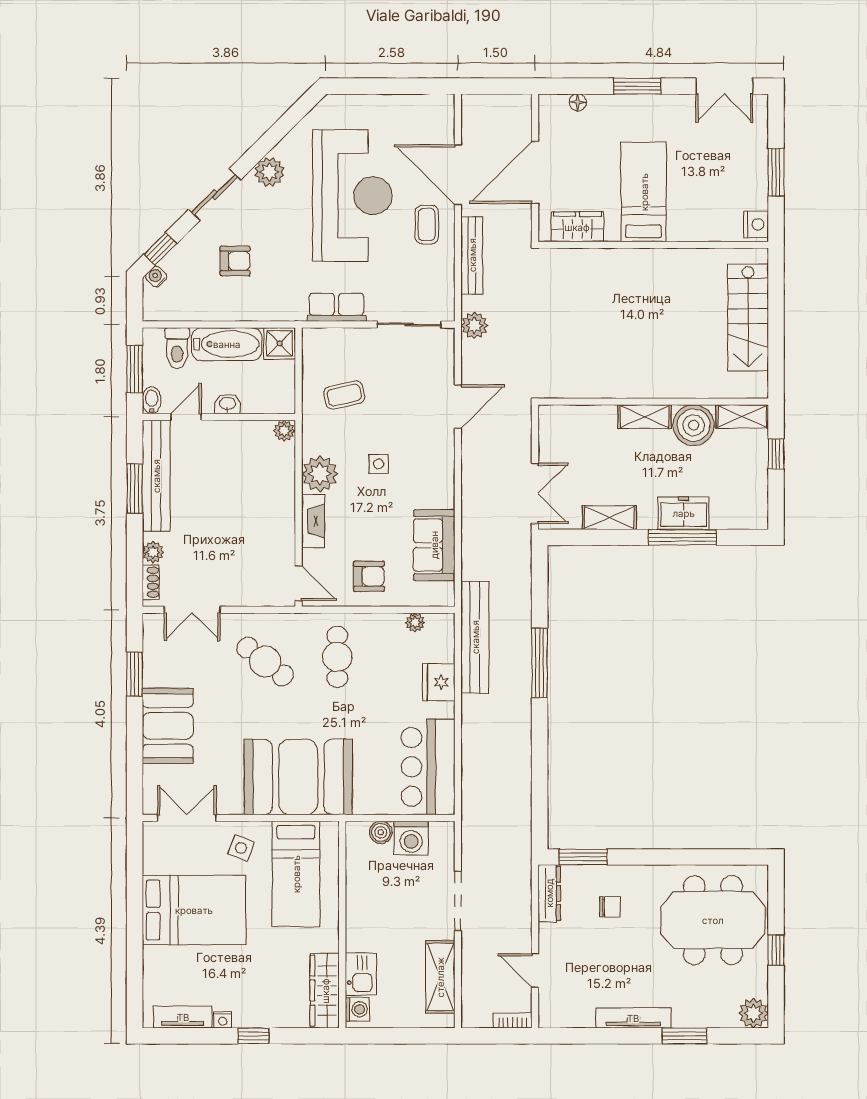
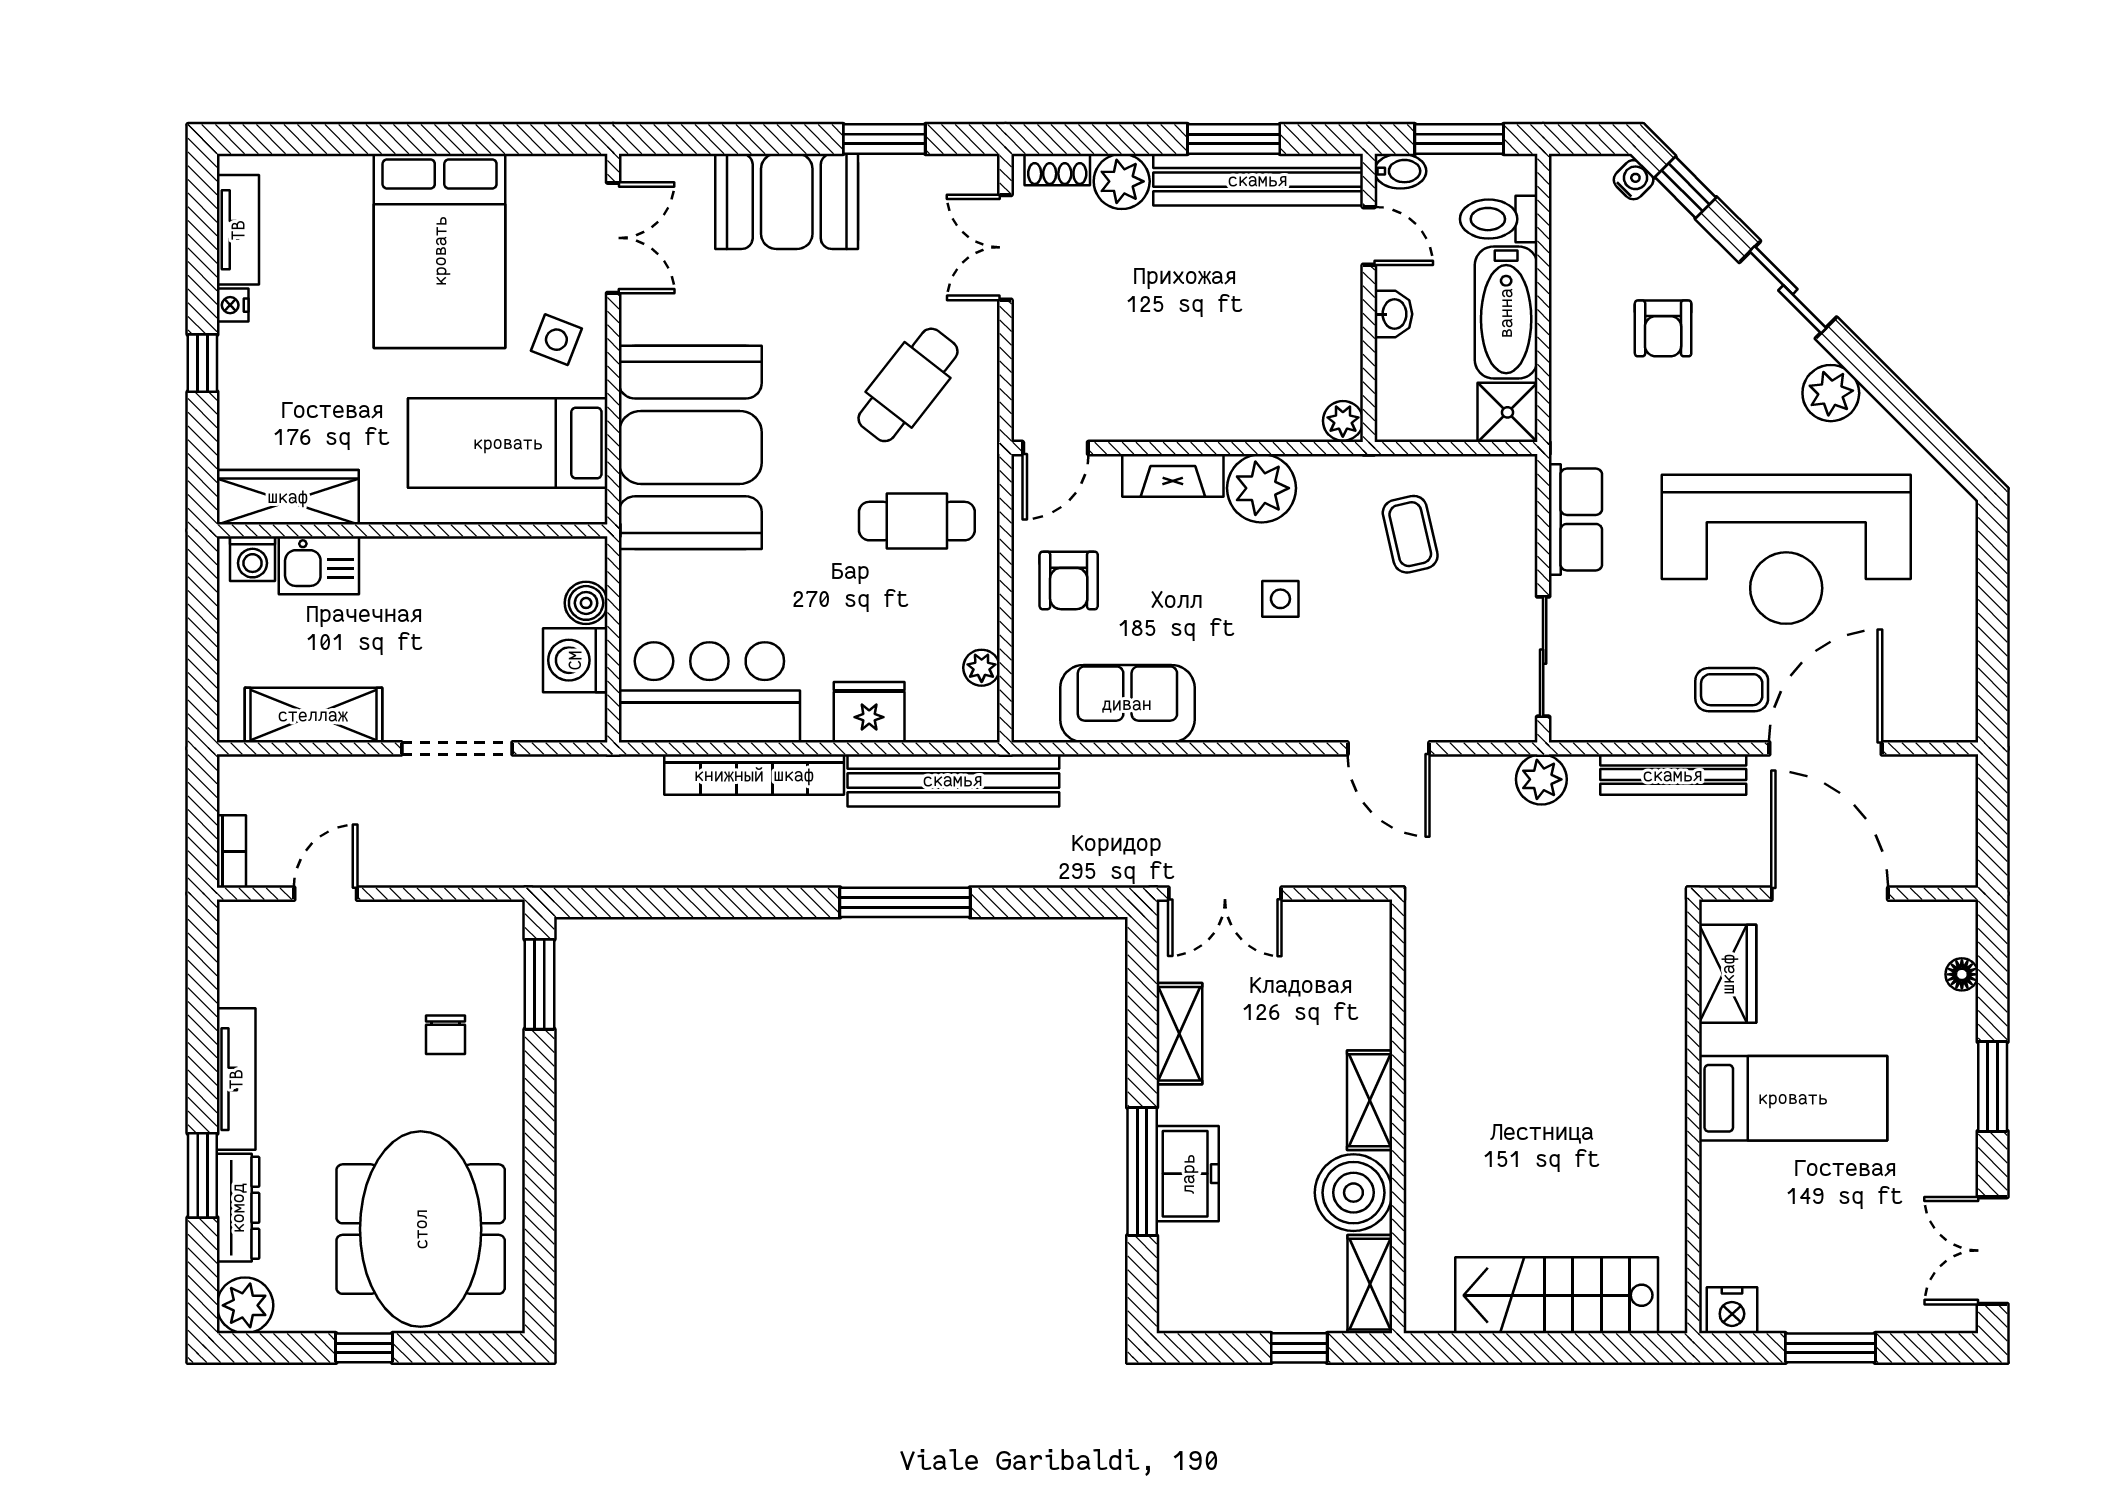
plant: (153, 552) -> (1122, 181), width x1.38, depth x1.38
bookcase: (472, 743) -> (754, 775), added
dresser: (549, 893) -> (238, 1208), moved, turned -90

